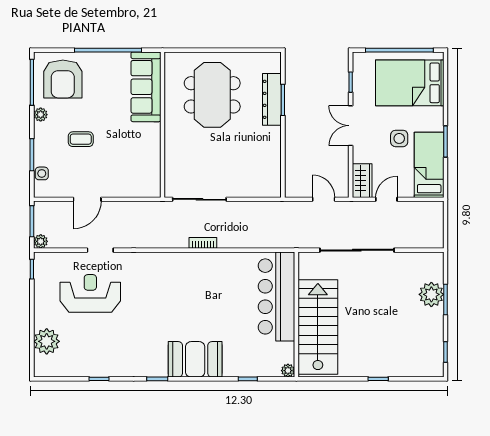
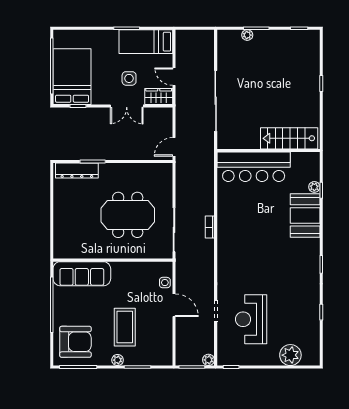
bed: (410, 83) -> (72, 77), moved, turned 180
meeting table: (212, 95) -> (128, 215), moved
dresser: (272, 99) -> (77, 171), moved
plant: (41, 115) -> (118, 360), moved
double door: (351, 126) -> (127, 106), moved
side table: (399, 138) -> (129, 78), moved
coffee table: (81, 139) -> (125, 327), width x1.86, depth x1.72
side table: (42, 173) -> (165, 283), moved
door: (87, 199) -> (174, 305), moved
door: (324, 199) -> (174, 147), moved
plant: (431, 294) -> (247, 35), width x0.53, depth x0.53
stairs: (318, 327) -> (289, 138), width x0.73, depth x0.66
booth: (195, 359) -> (305, 215), moved
plant: (288, 371) -> (314, 187), moved

